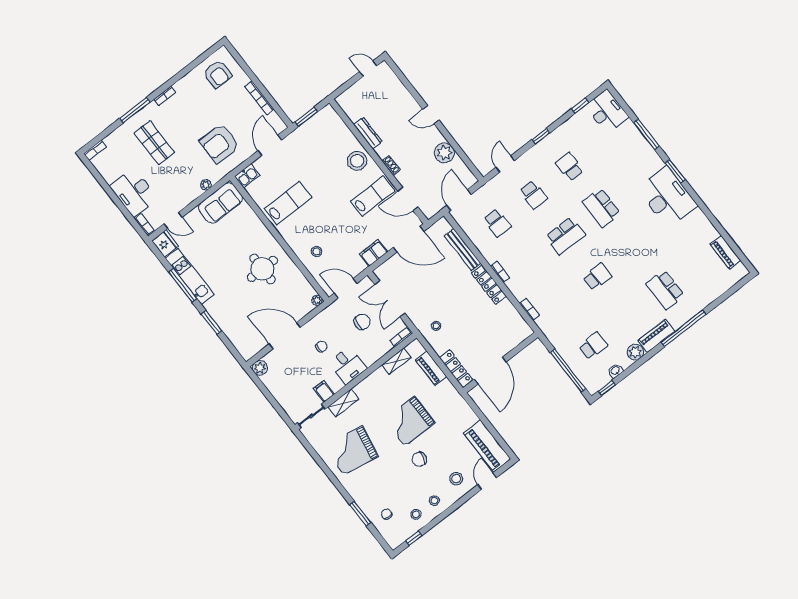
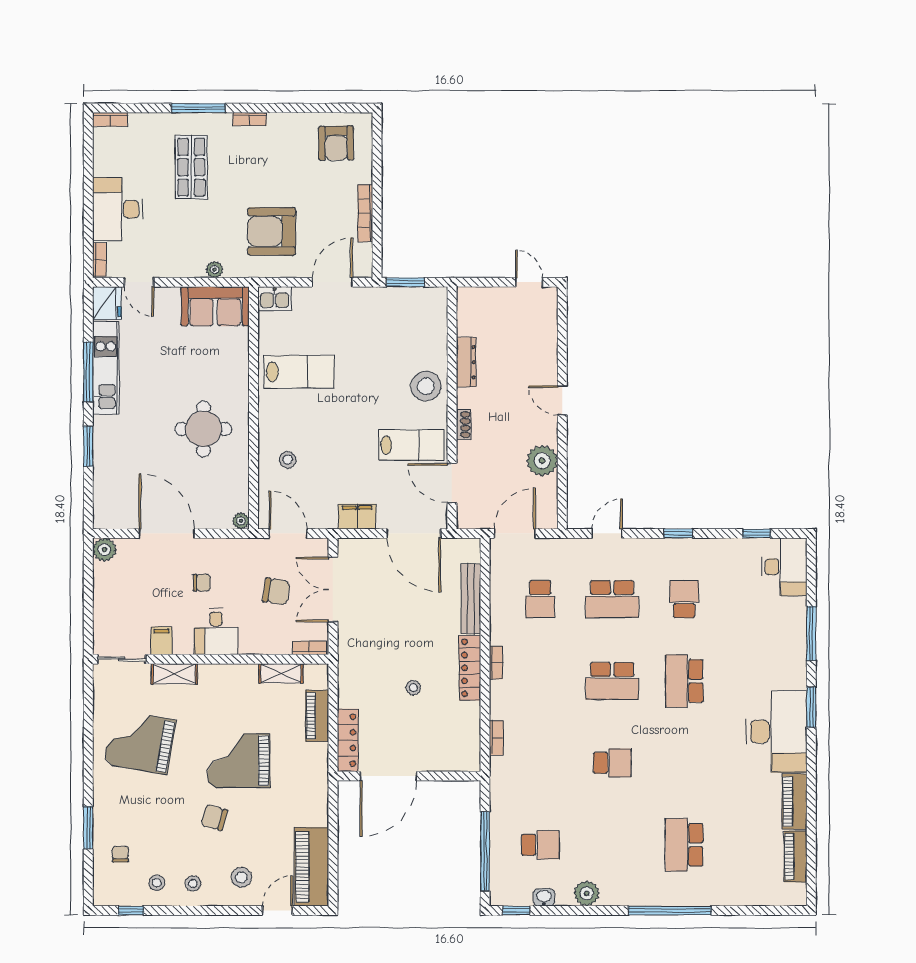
school desk: (533, 195) -> (612, 599), width x1.85
stool: (436, 326) -> (413, 688), moved
piano: (656, 336) -> (795, 802), moved, turned -90

